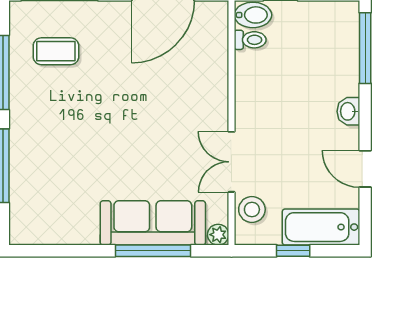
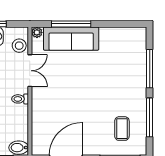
toilet: (250, 40) -> (20, 99), moved
coffee table: (56, 51) -> (122, 129), turned 90

